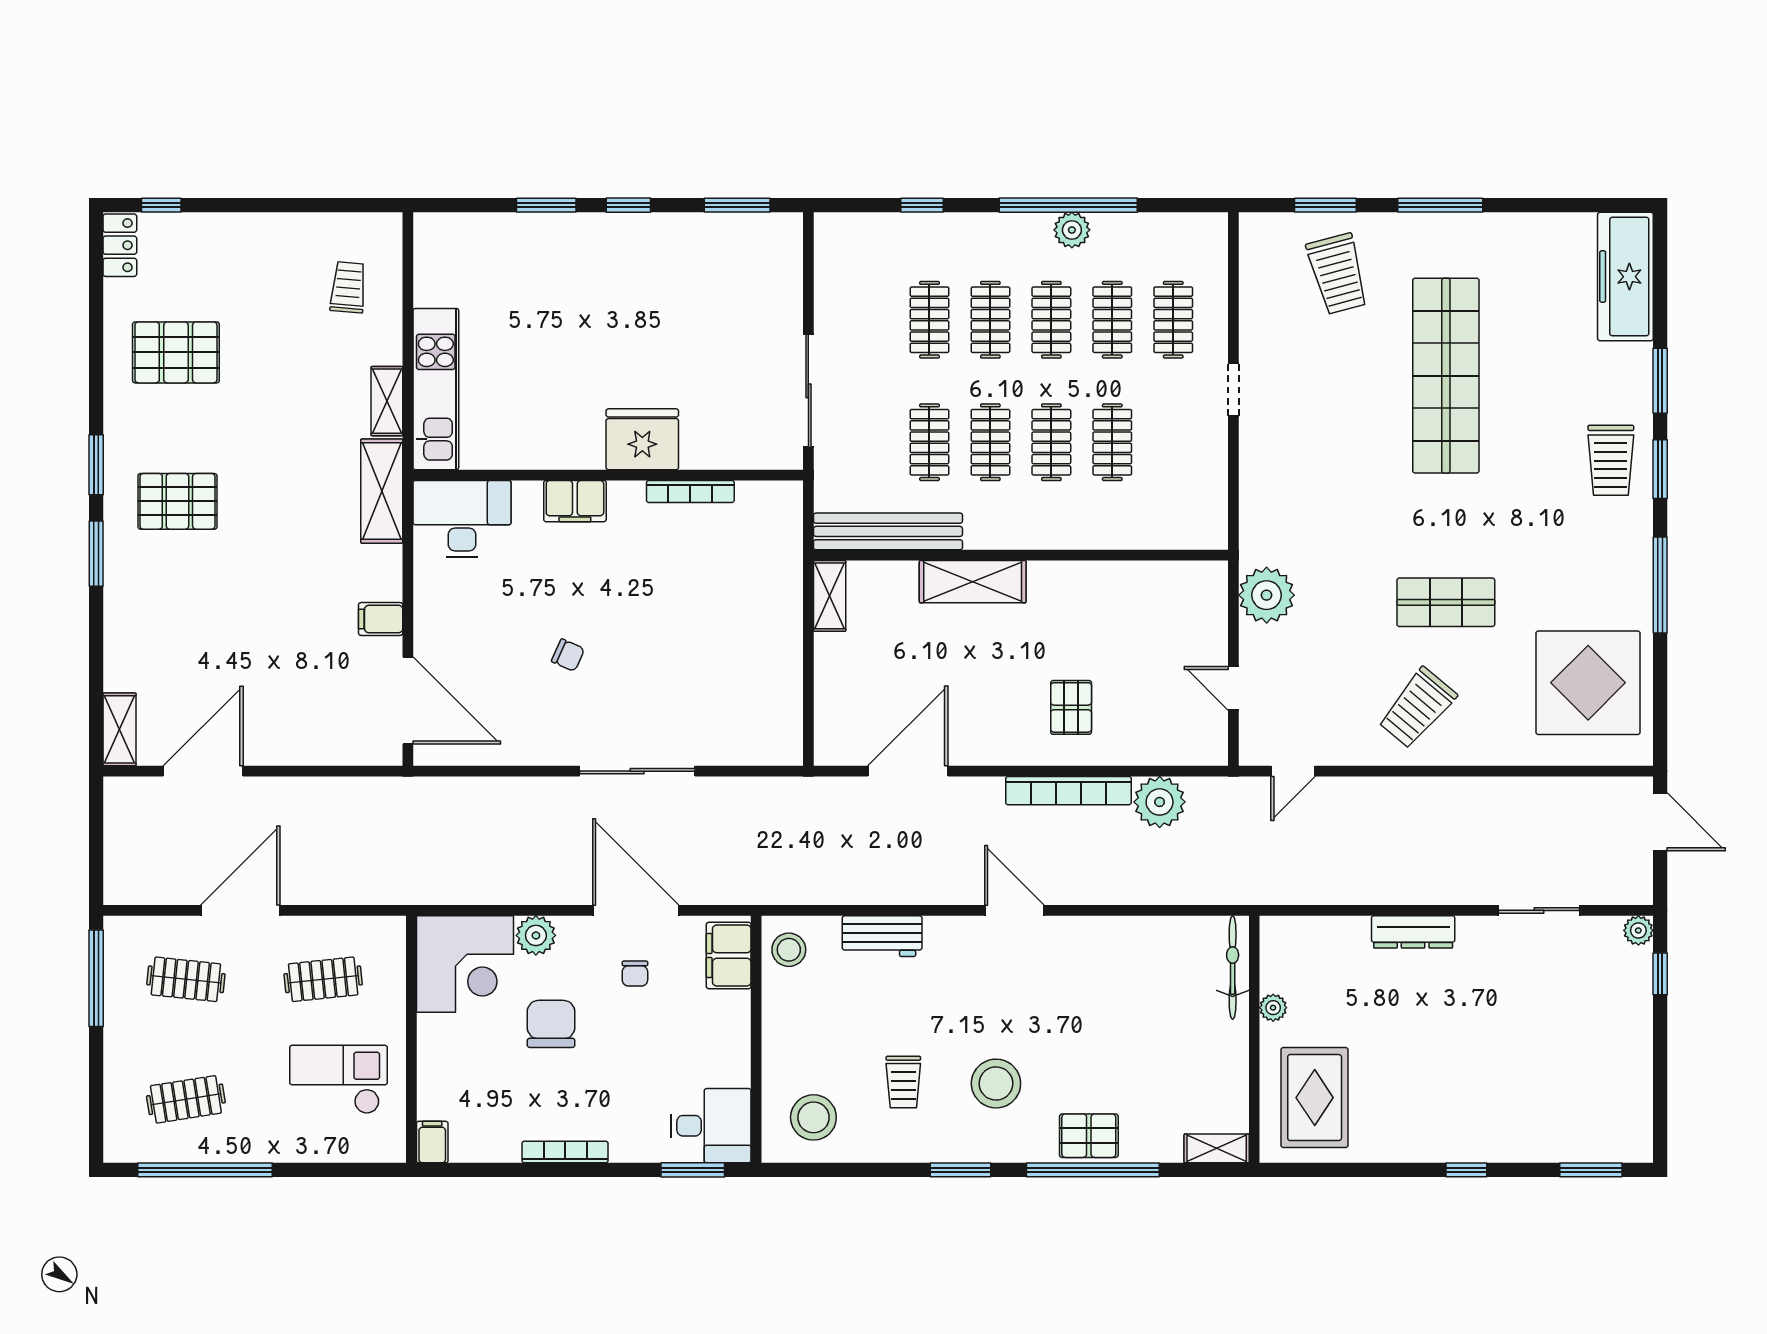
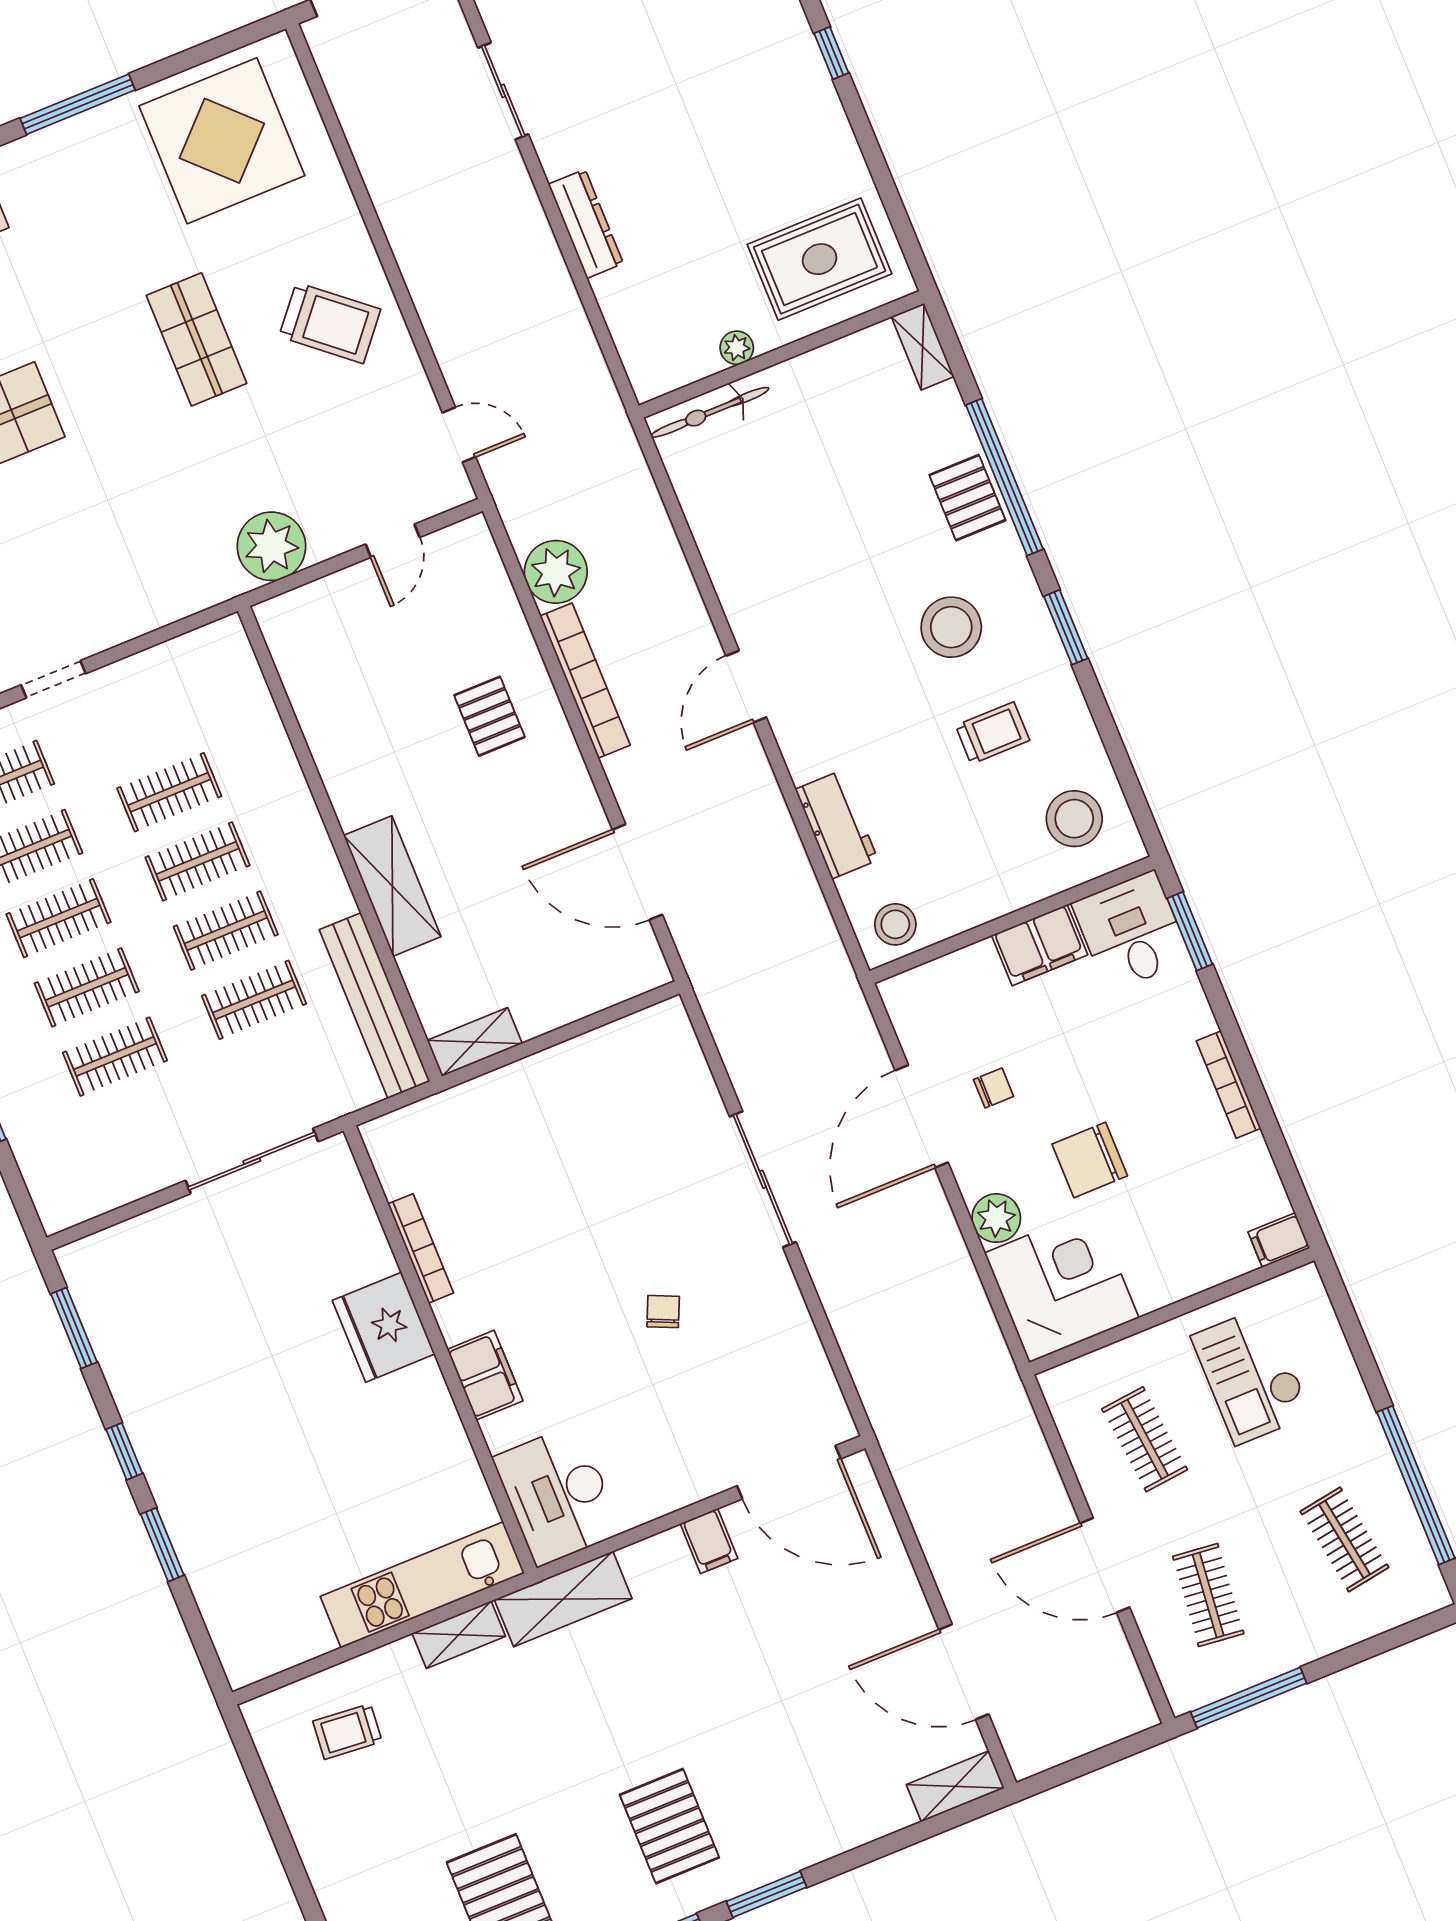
door: (408, 700) -> (789, 1472), swing flipped
pallet: (1071, 707) -> (489, 716), turned 90
filing cabinet: (729, 955) -> (1040, 945), moved

